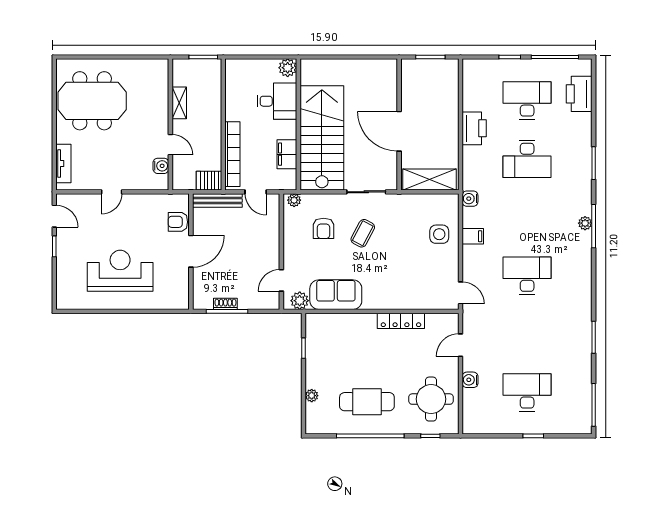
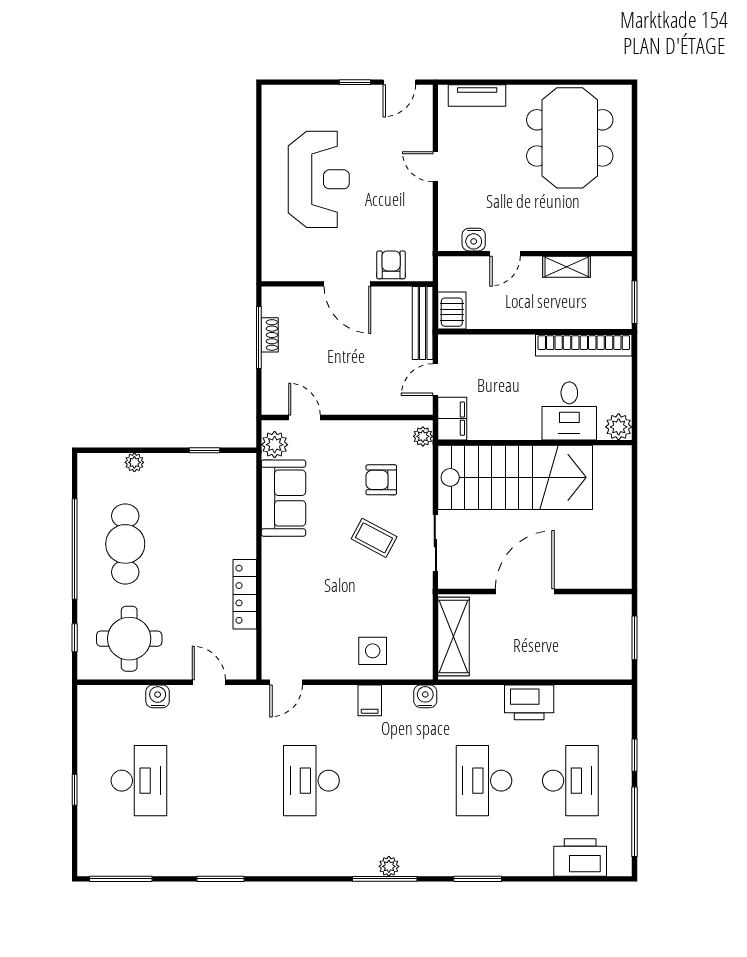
bookcase: (232, 154) -> (584, 345), moved
filing cabinet: (287, 154) -> (452, 419), moved, turned 90
desk: (527, 276) -> (311, 781), turned 180

